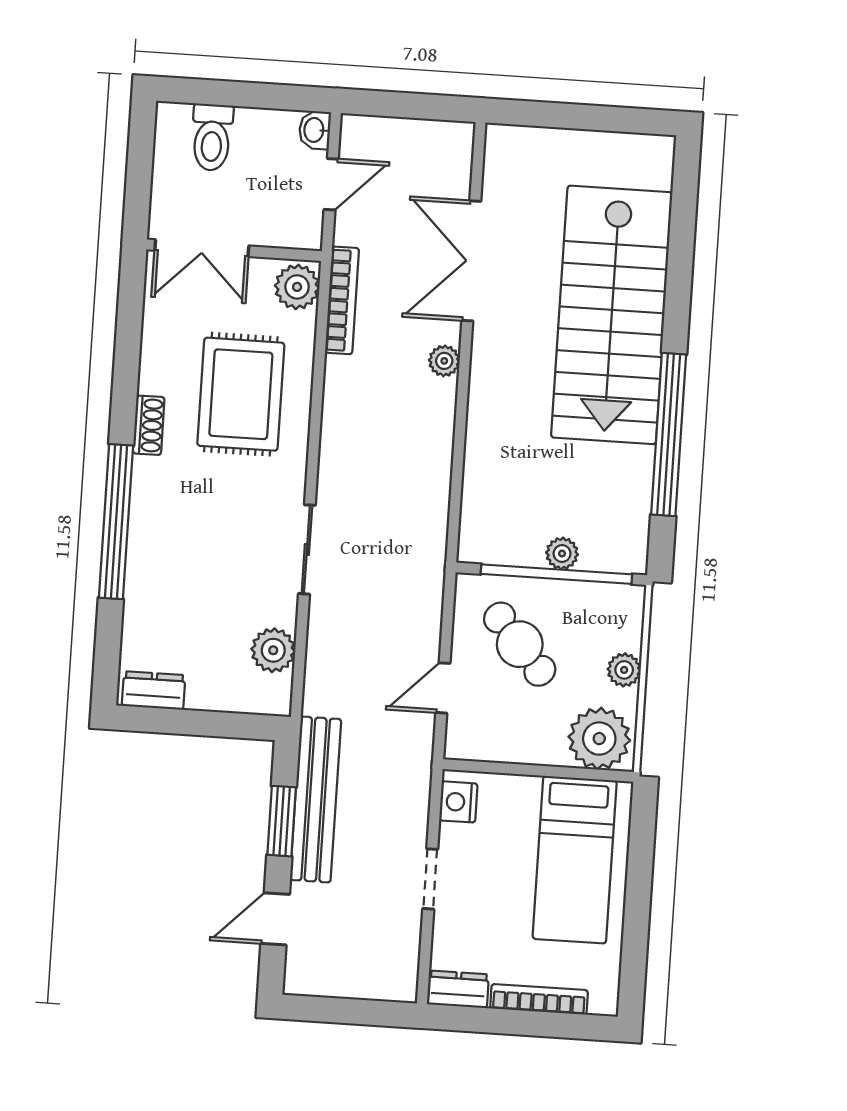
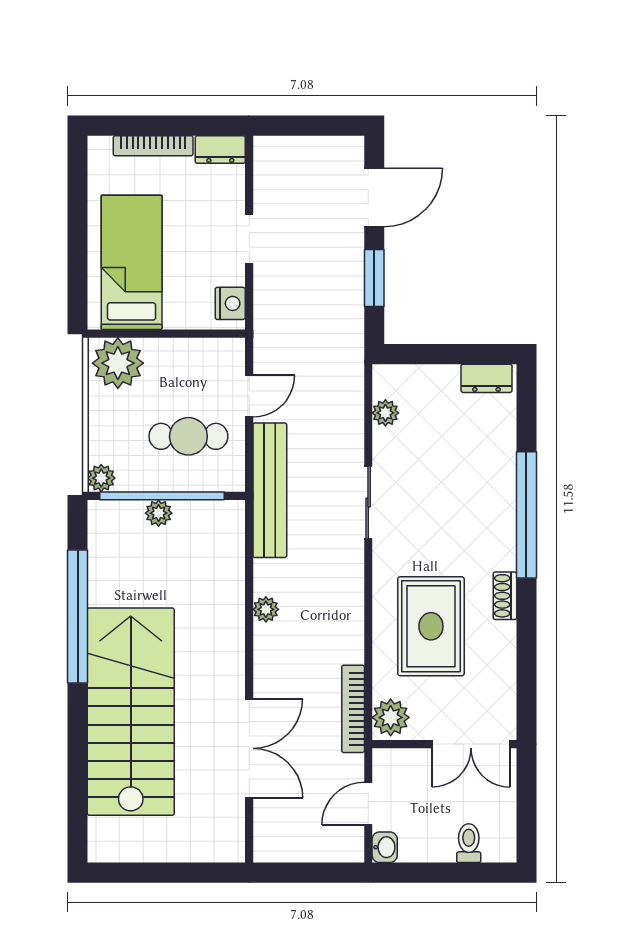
toilet: (212, 137) -> (469, 843), width x0.73, depth x0.72
double door: (202, 248) -> (471, 744), swing flipped
plant: (444, 361) -> (266, 609), moved
cafe table: (520, 644) -> (188, 436), turned -49
plant: (273, 650) -> (385, 413), width x0.73, depth x0.73
plant: (624, 670) -> (101, 478), moved
bench: (316, 800) -> (270, 490), moved
door: (275, 919) -> (374, 197), width x1.37

